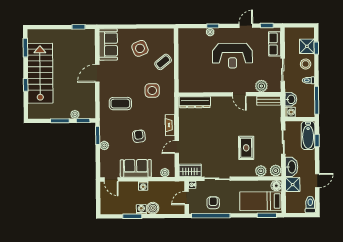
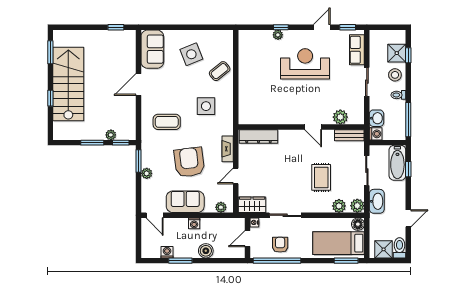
reception desk: (232, 56) -> (305, 64), turned 180
plant: (261, 86) -> (340, 117), moved
wall: (230, 94) -> (301, 127), moved
door: (239, 94) -> (313, 127), moved
bench: (269, 101) -> (349, 135), moved
dresser: (195, 102) -> (258, 136), moved
armchair: (139, 136) -> (189, 162), width x1.88, depth x1.88
shower: (293, 185) -> (384, 249), moved
washing machine: (141, 209) -> (167, 252), moved

